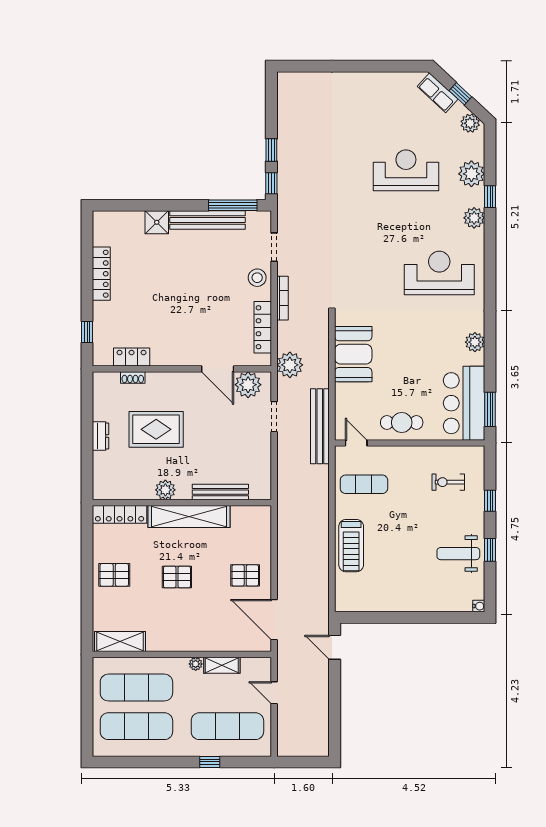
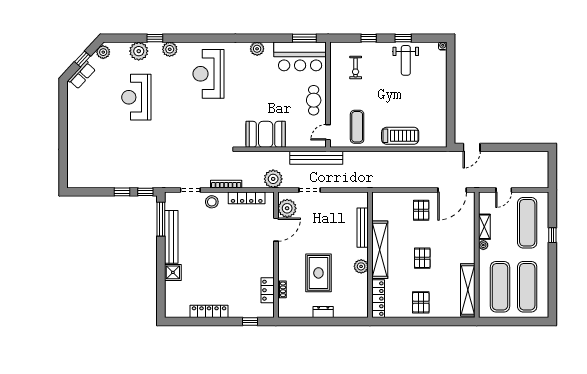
shelving: (120, 642) -> (468, 290), width x1.47

